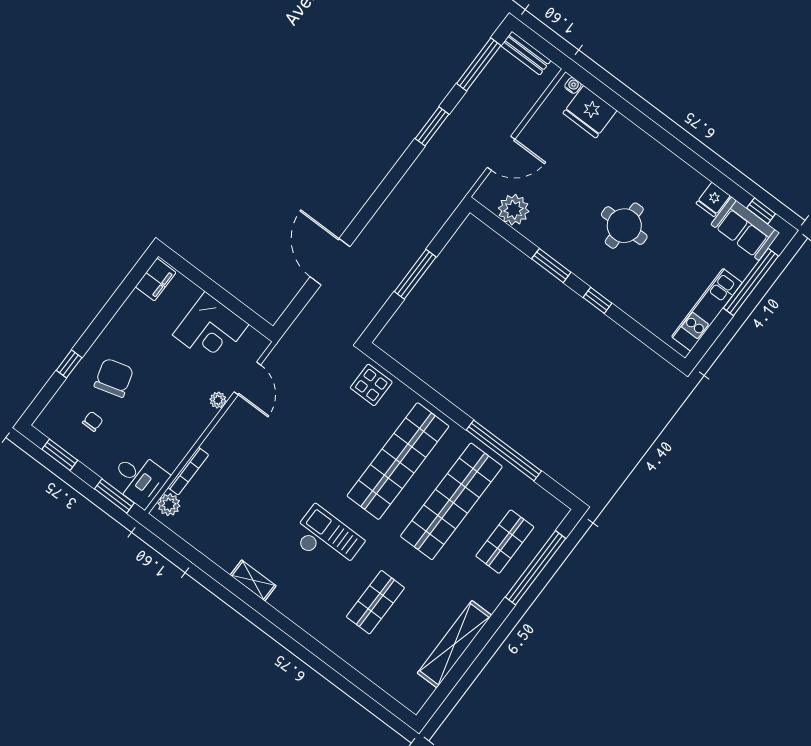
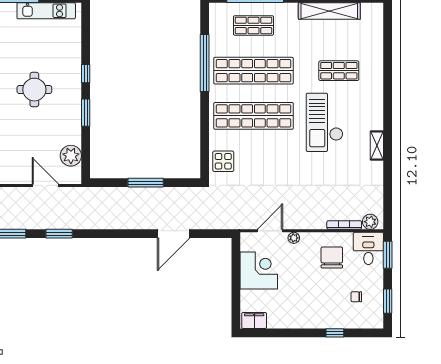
chair: (114, 378) -> (332, 257), moved, turned 106
checkout: (327, 539) -> (325, 122), width x1.36, depth x1.21

